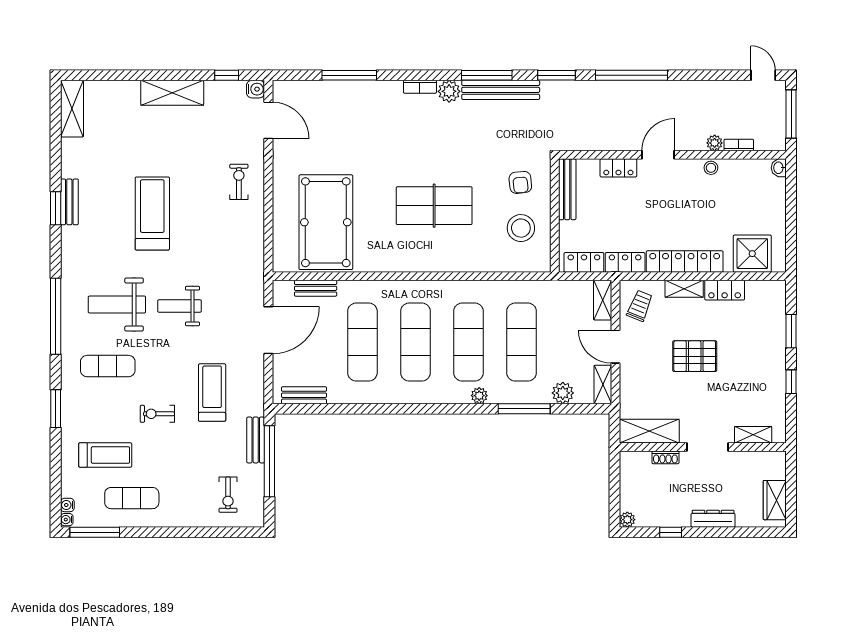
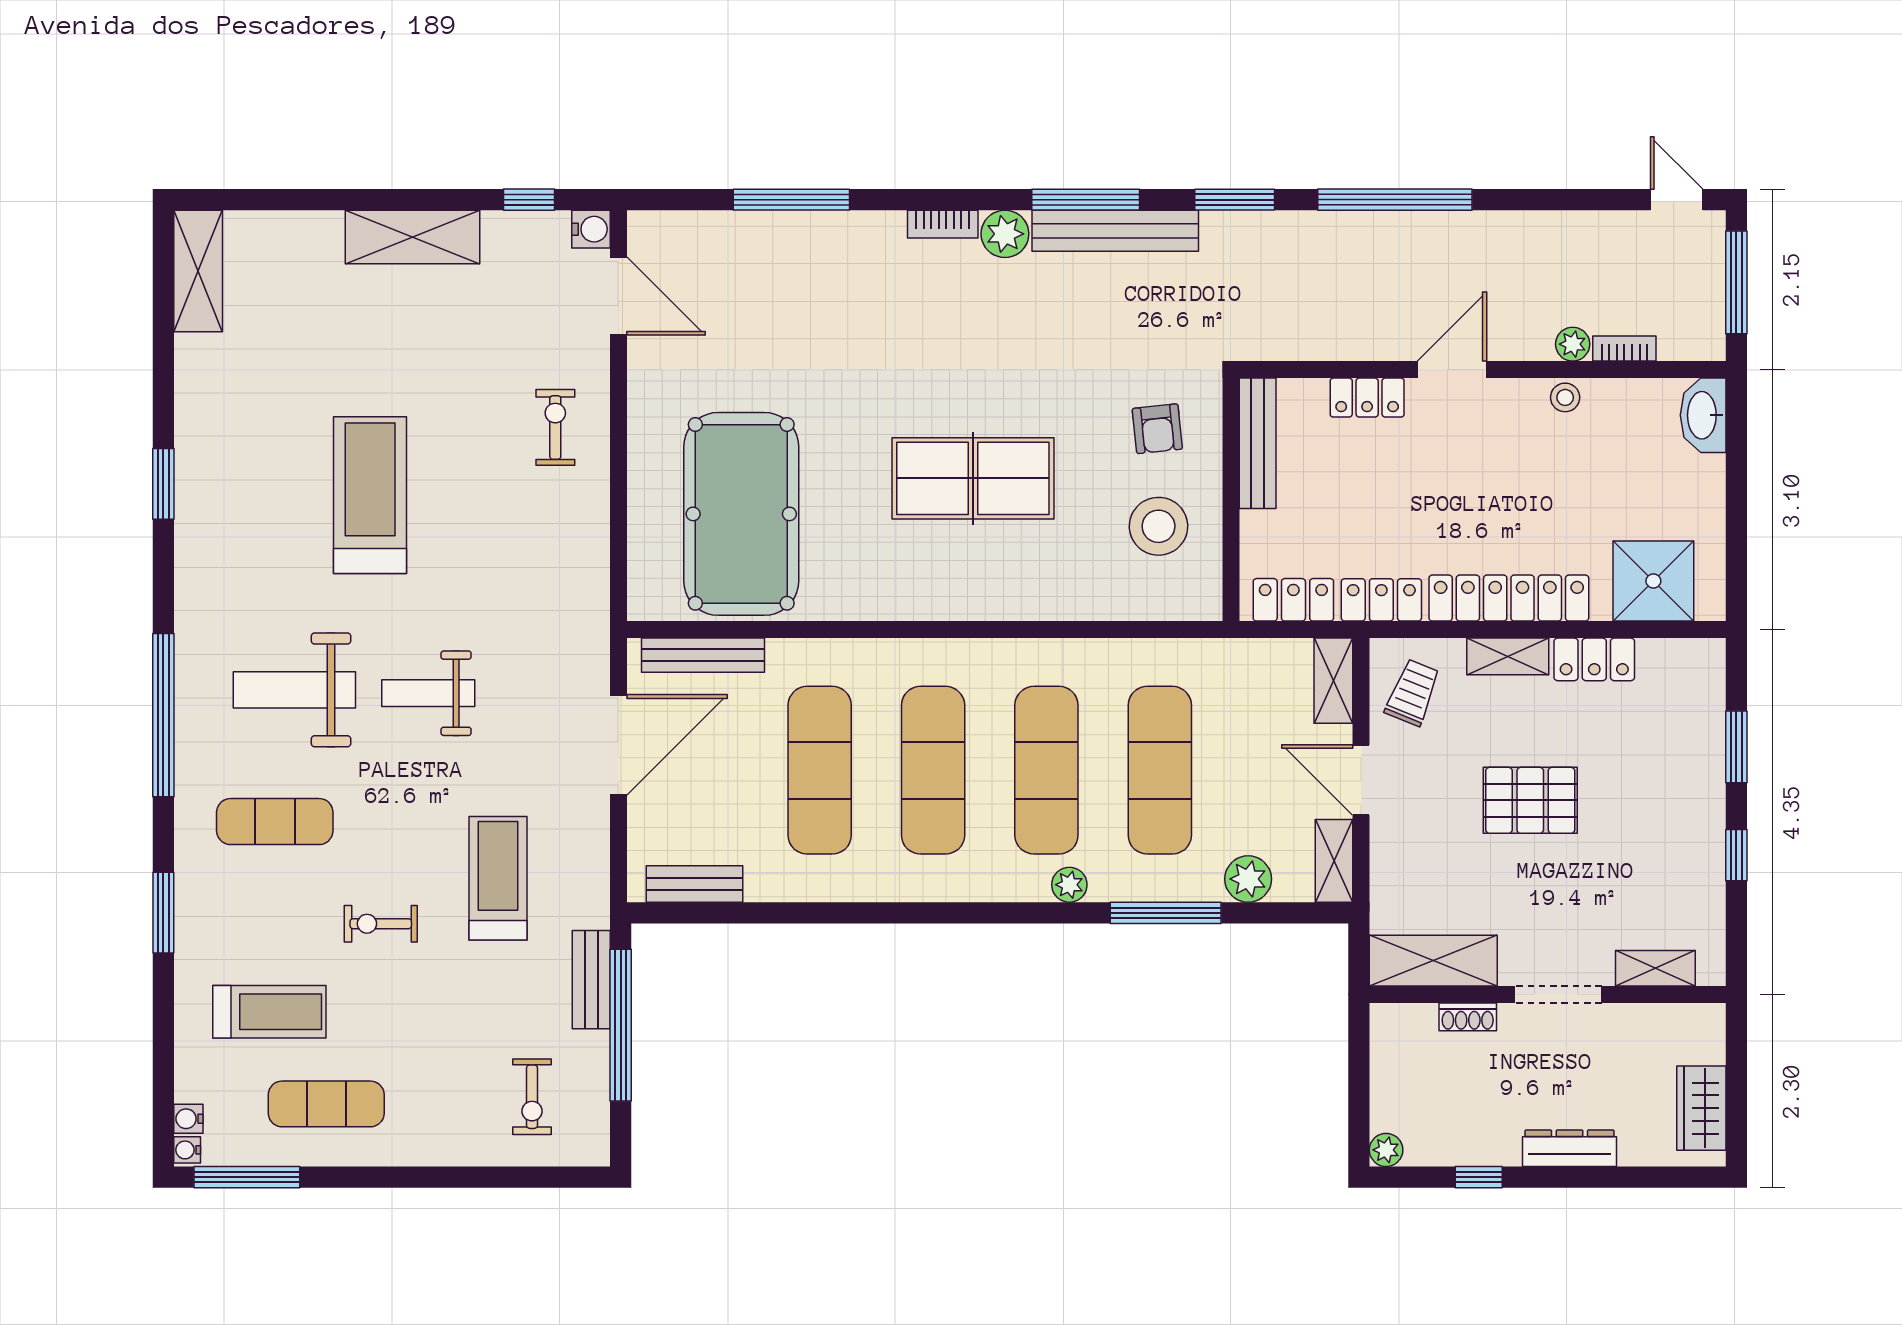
washbasin: (779, 168) -> (1703, 415), width x1.91, depth x1.45
bench: (69, 202) -> (193, 470), removed
bench: (316, 288) -> (703, 655), width x1.36

